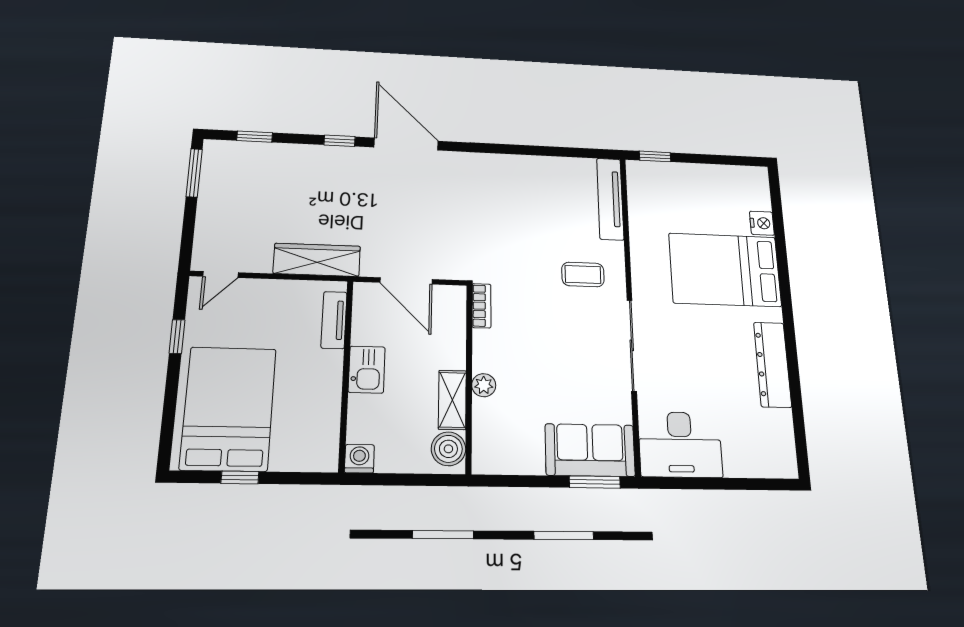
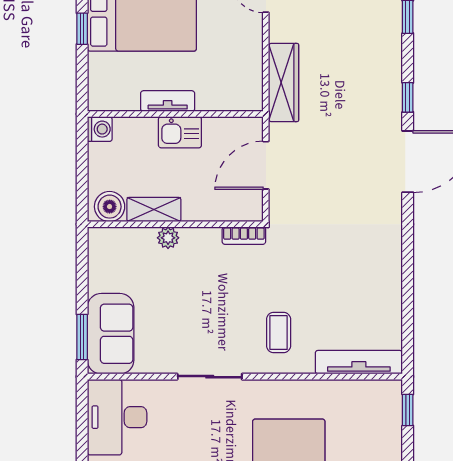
tv unit: (334, 320) -> (168, 101), moved
sliding door: (632, 345) -> (210, 377), width x0.73

